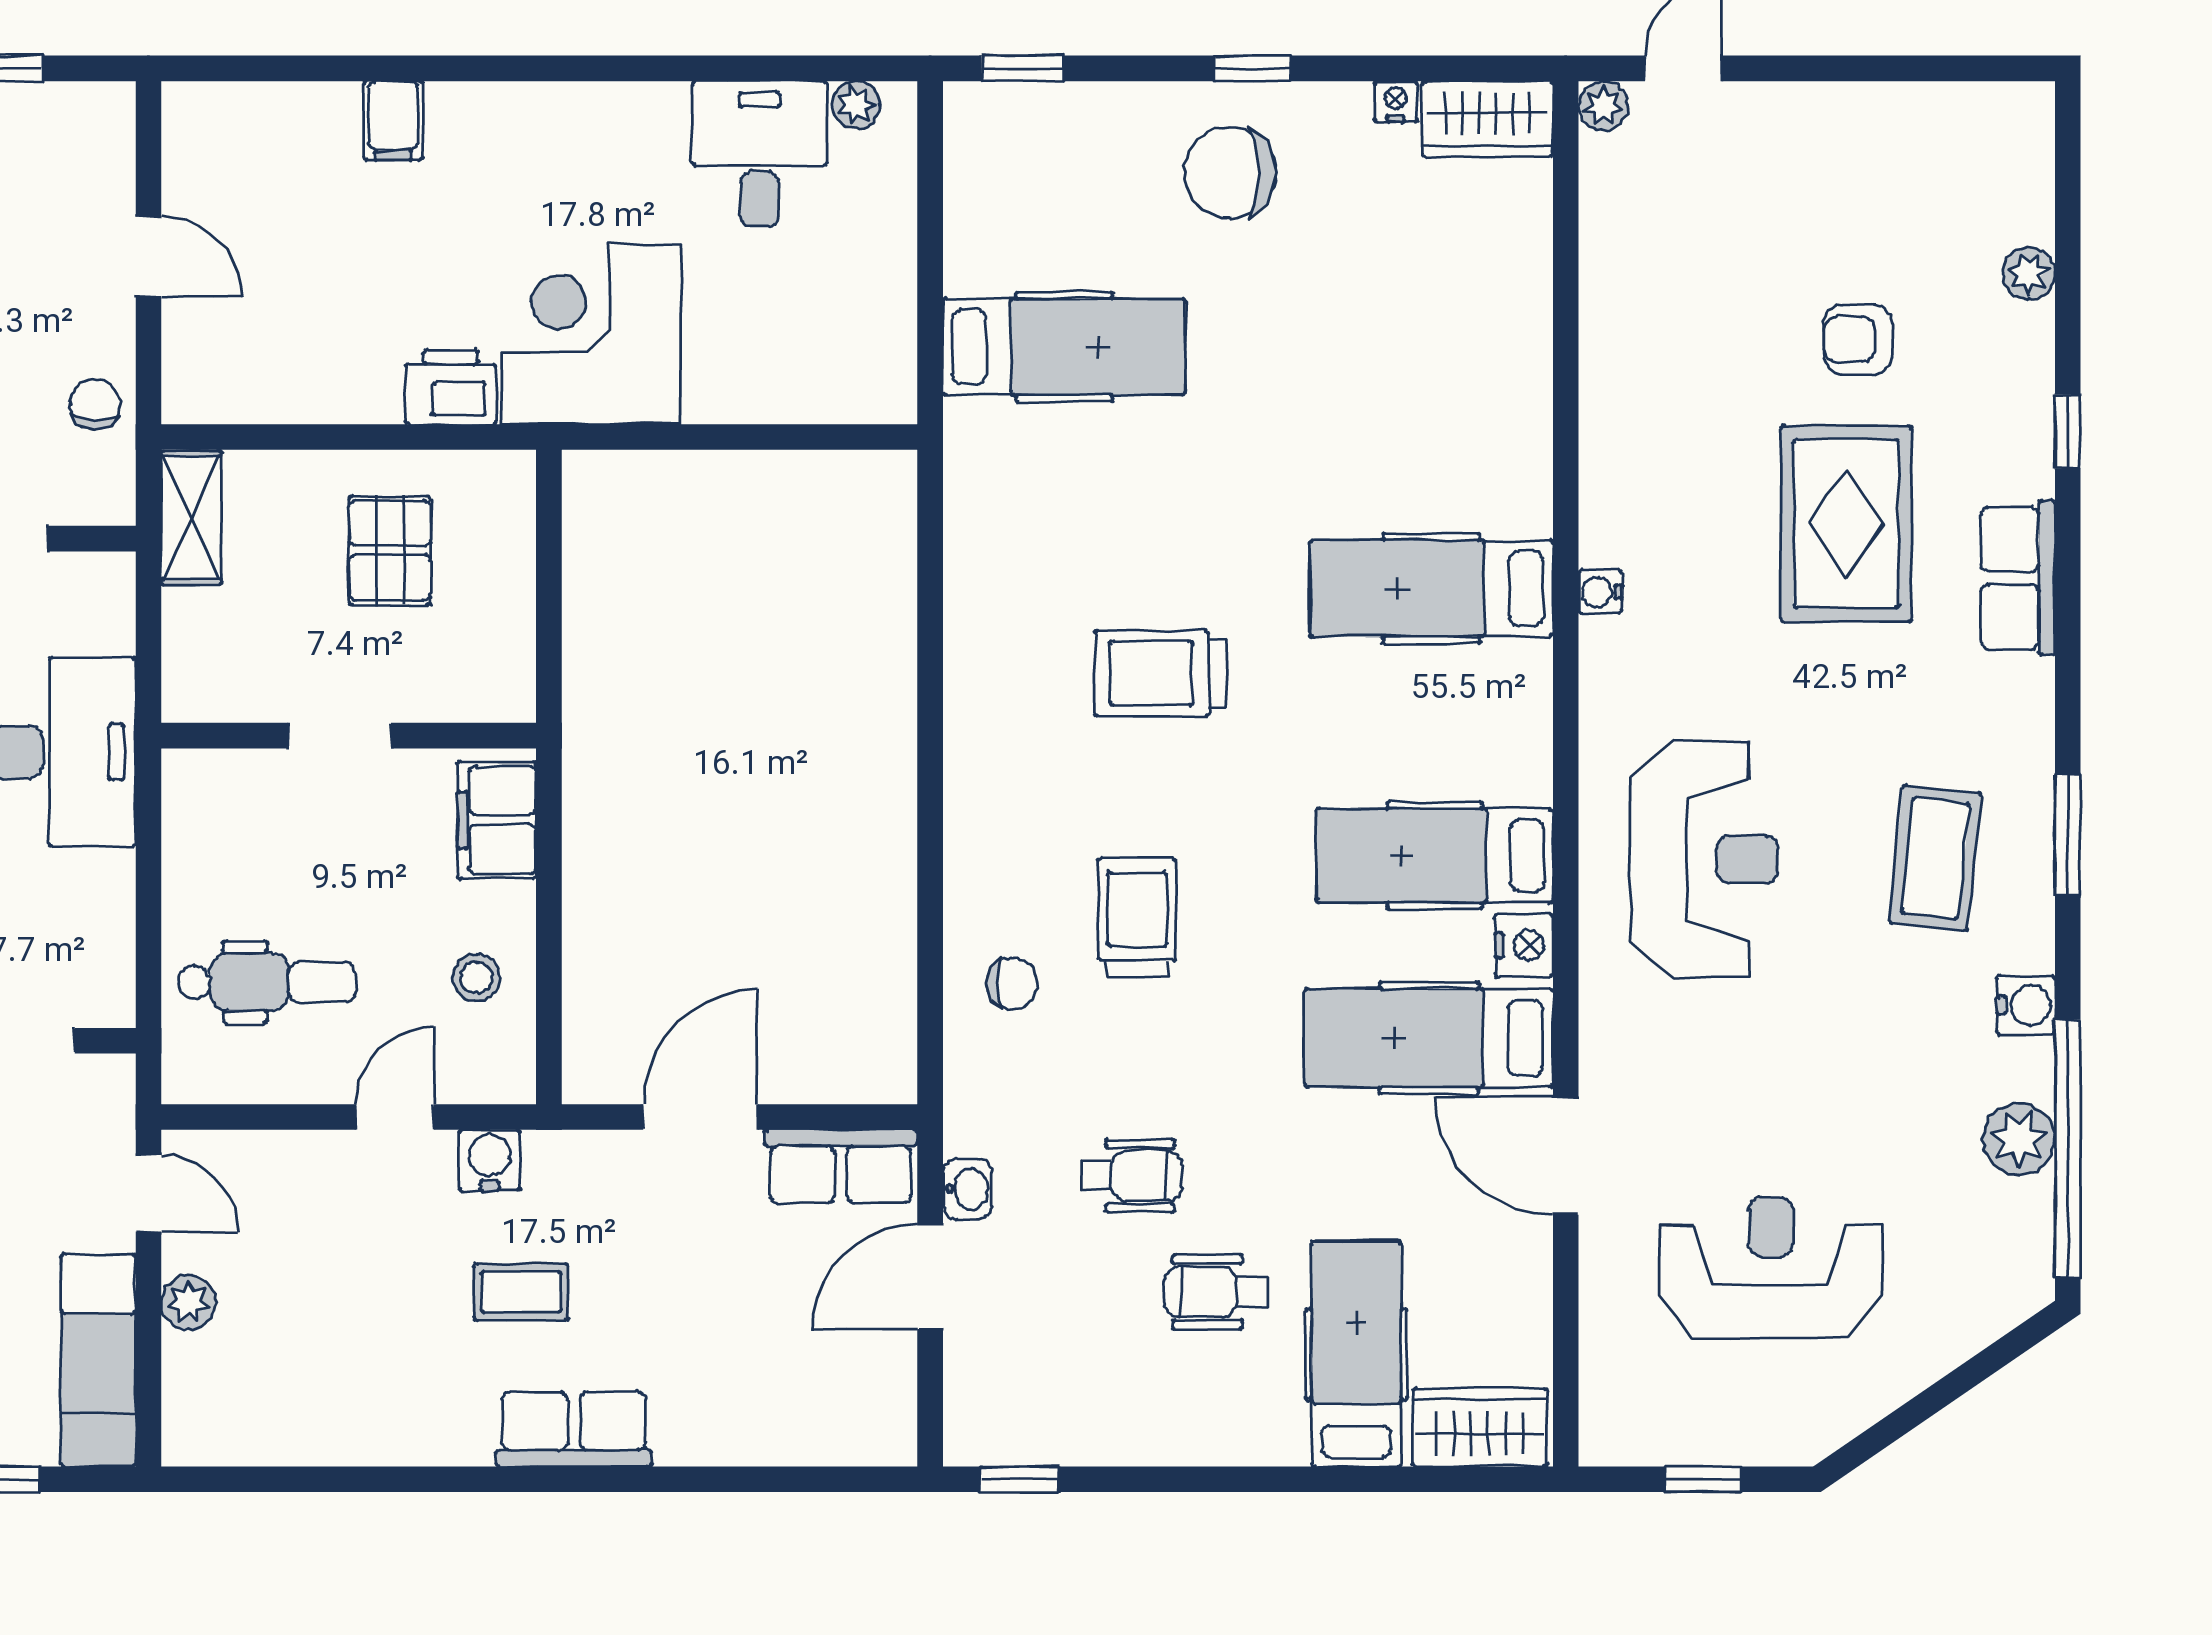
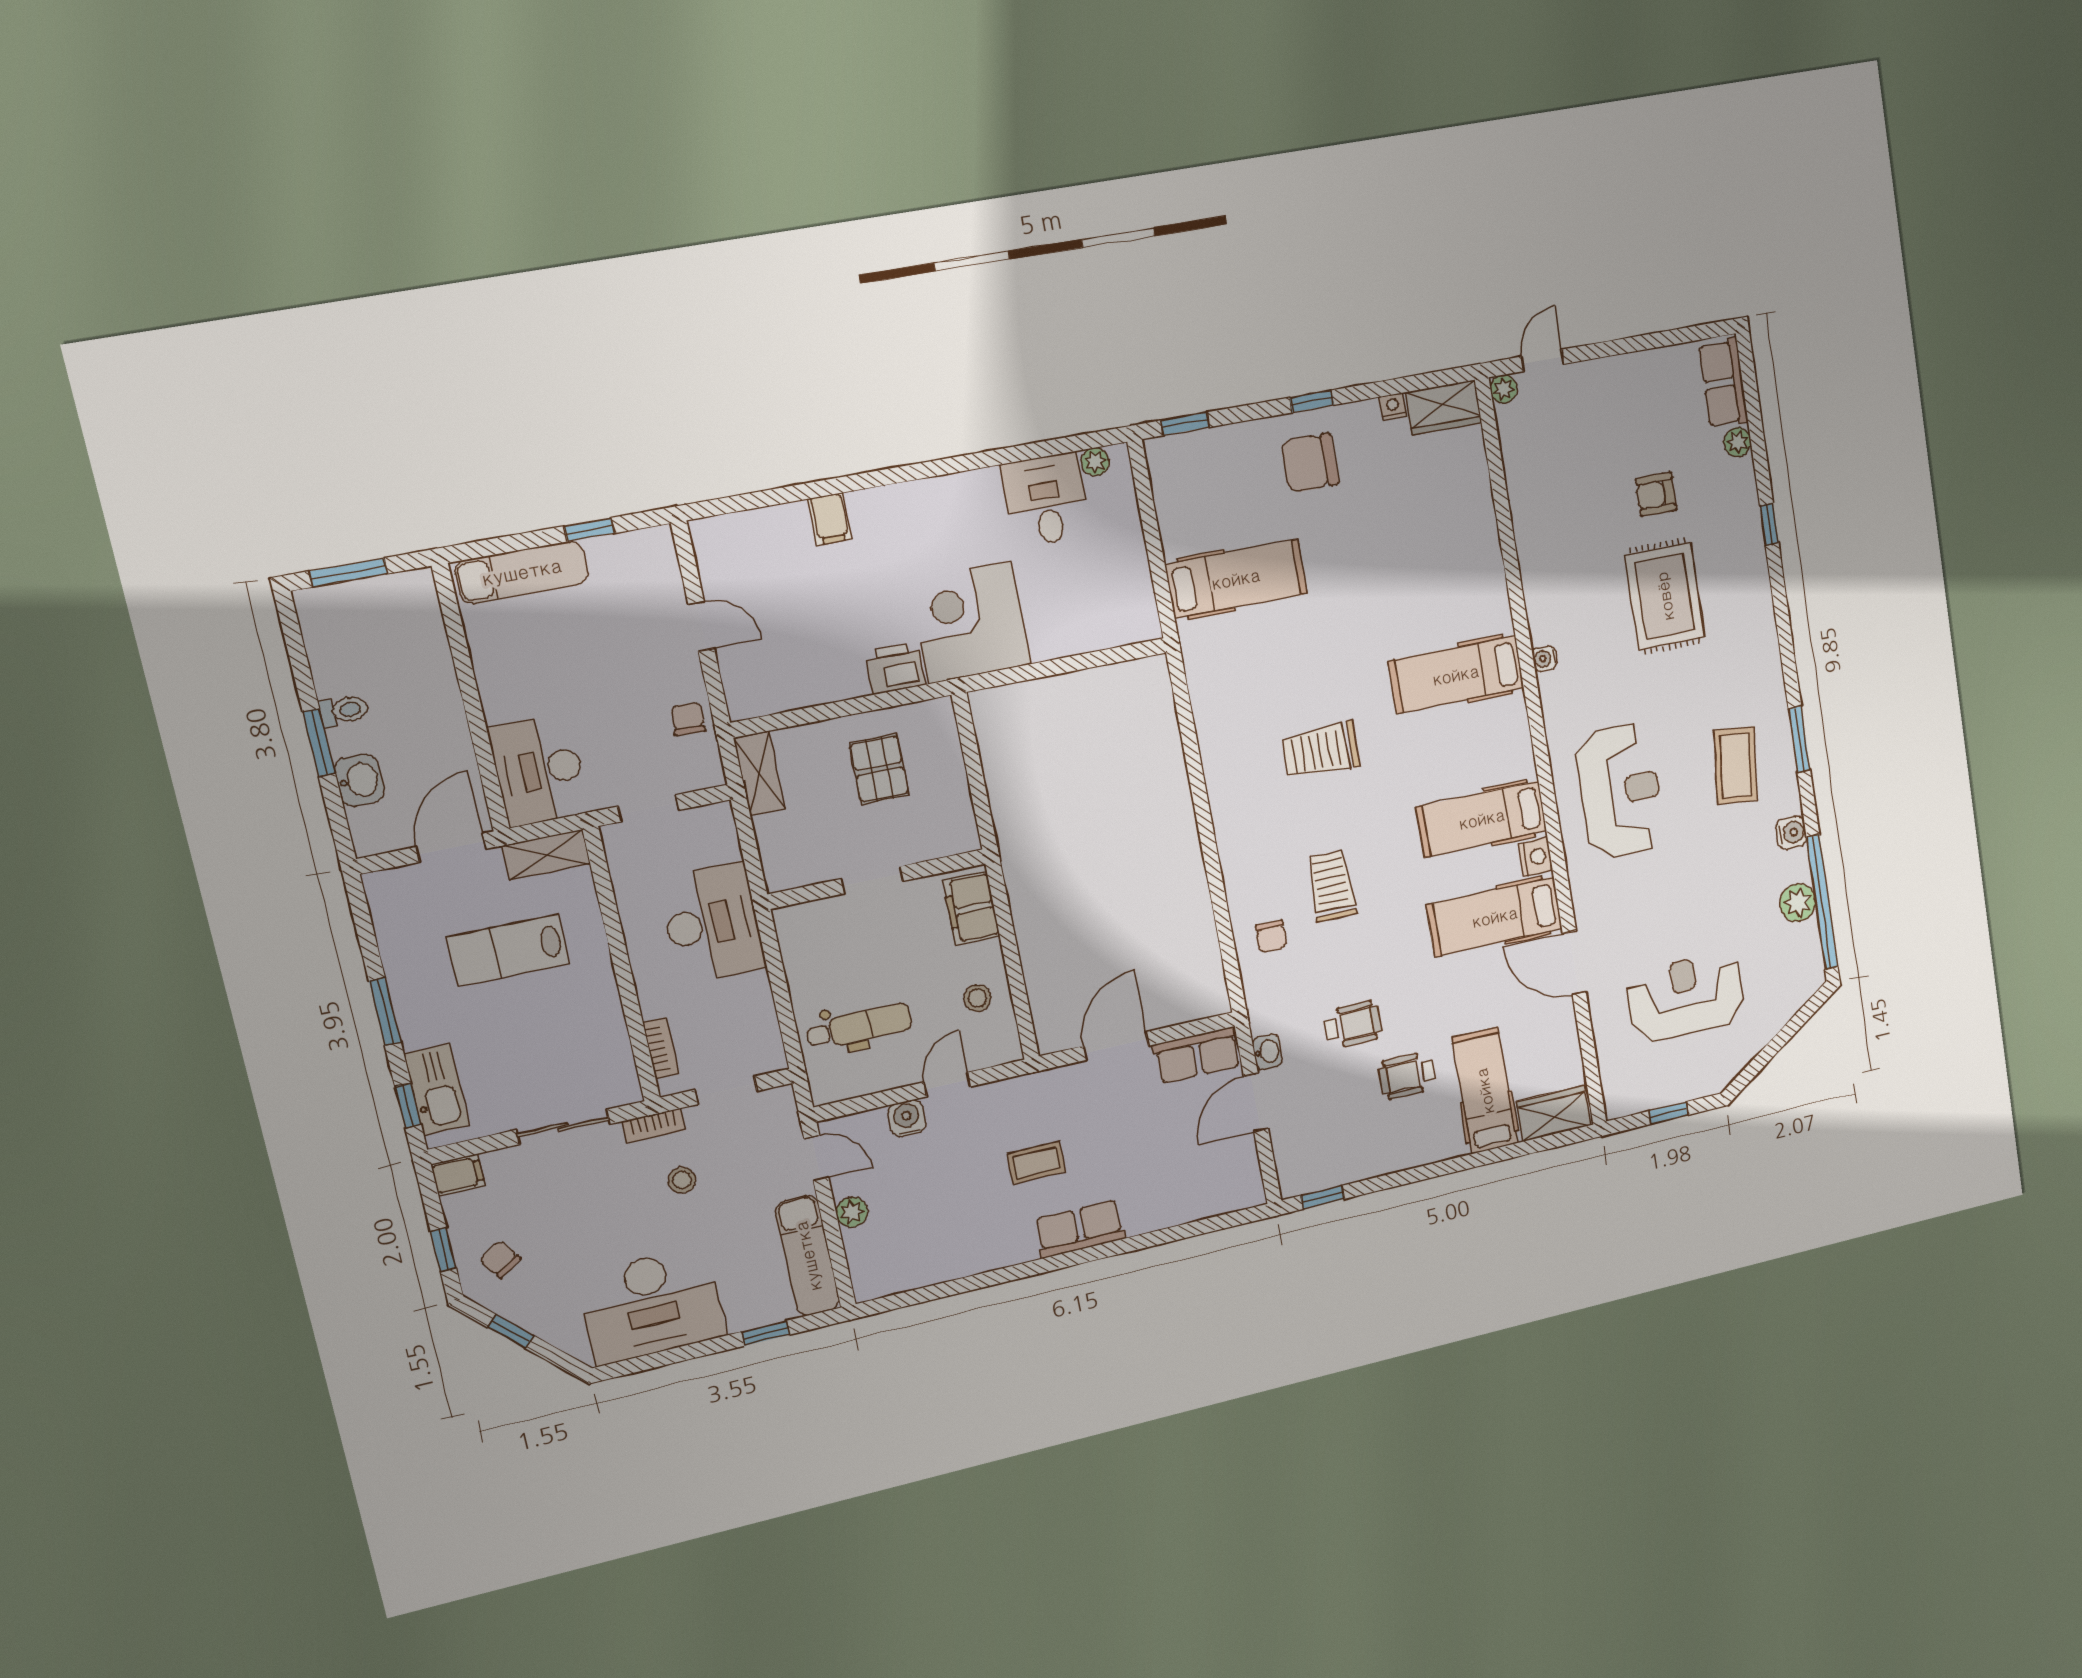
row of seats: (2018, 578) -> (1724, 383), moved
chair: (1012, 984) -> (1271, 936), turned 90
water cooler: (490, 1160) -> (907, 1118), moved

